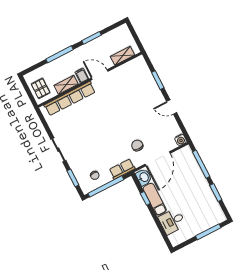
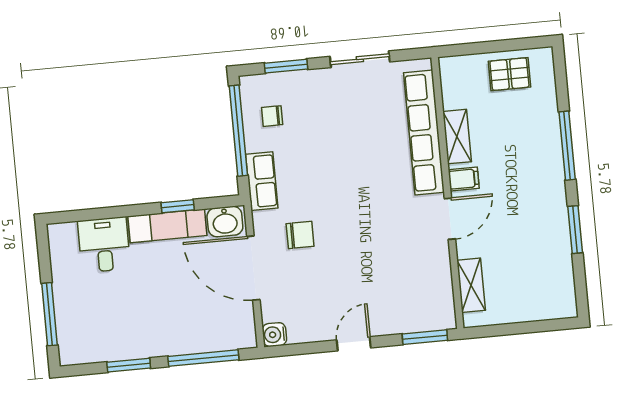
shelving: (123, 56) -> (471, 285), moved
filing cabinet: (82, 75) -> (464, 179), moved
door: (100, 75) -> (450, 219), moved
wall: (90, 80) -> (447, 193), moved
shelving: (66, 85) -> (457, 137), moved
row of seats: (70, 99) -> (424, 132), moved

